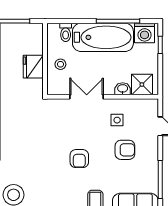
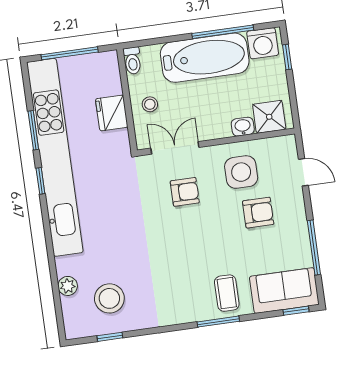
toilet: (66, 32) -> (132, 61), moved
double door: (87, 97) -> (175, 148), moved
side table: (117, 120) -> (241, 172), width x1.87, depth x1.87
armchair: (79, 159) -> (185, 192), moved, turned -90

